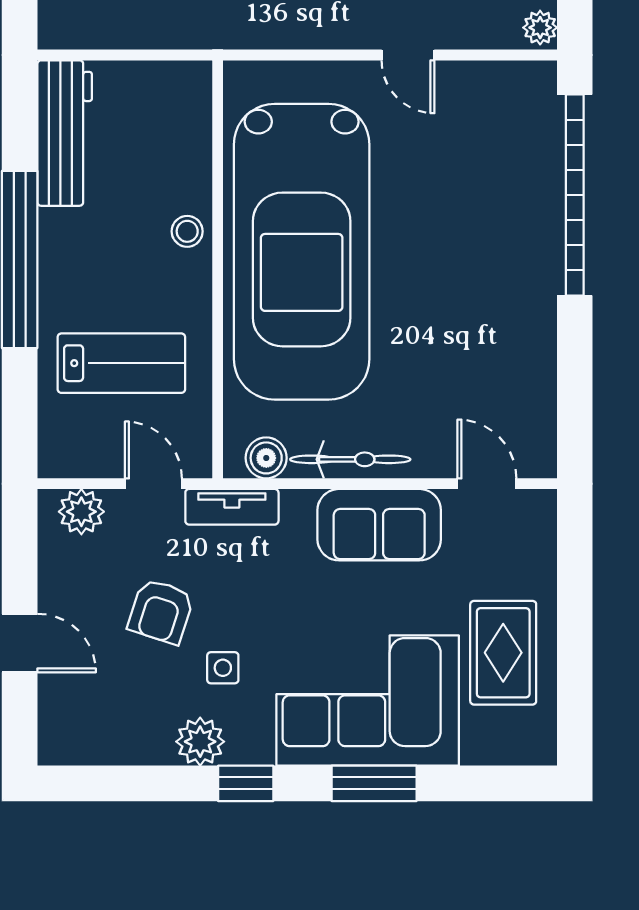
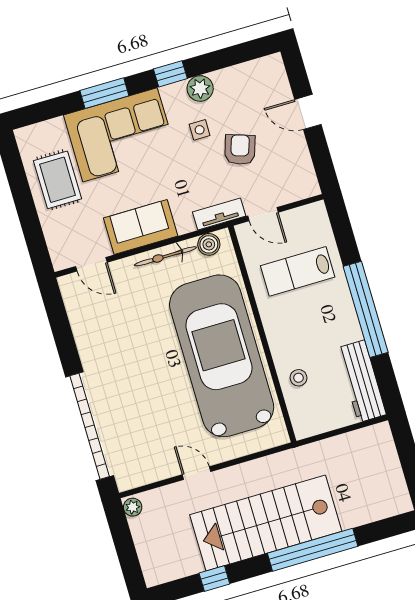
stool: (187, 231) -> (299, 378), moved
plant: (81, 512) -> (296, 189), removed

